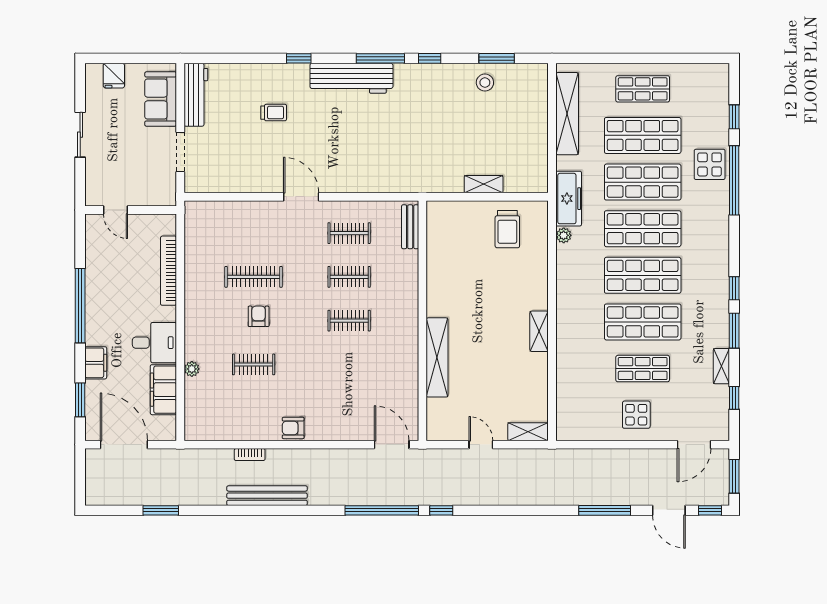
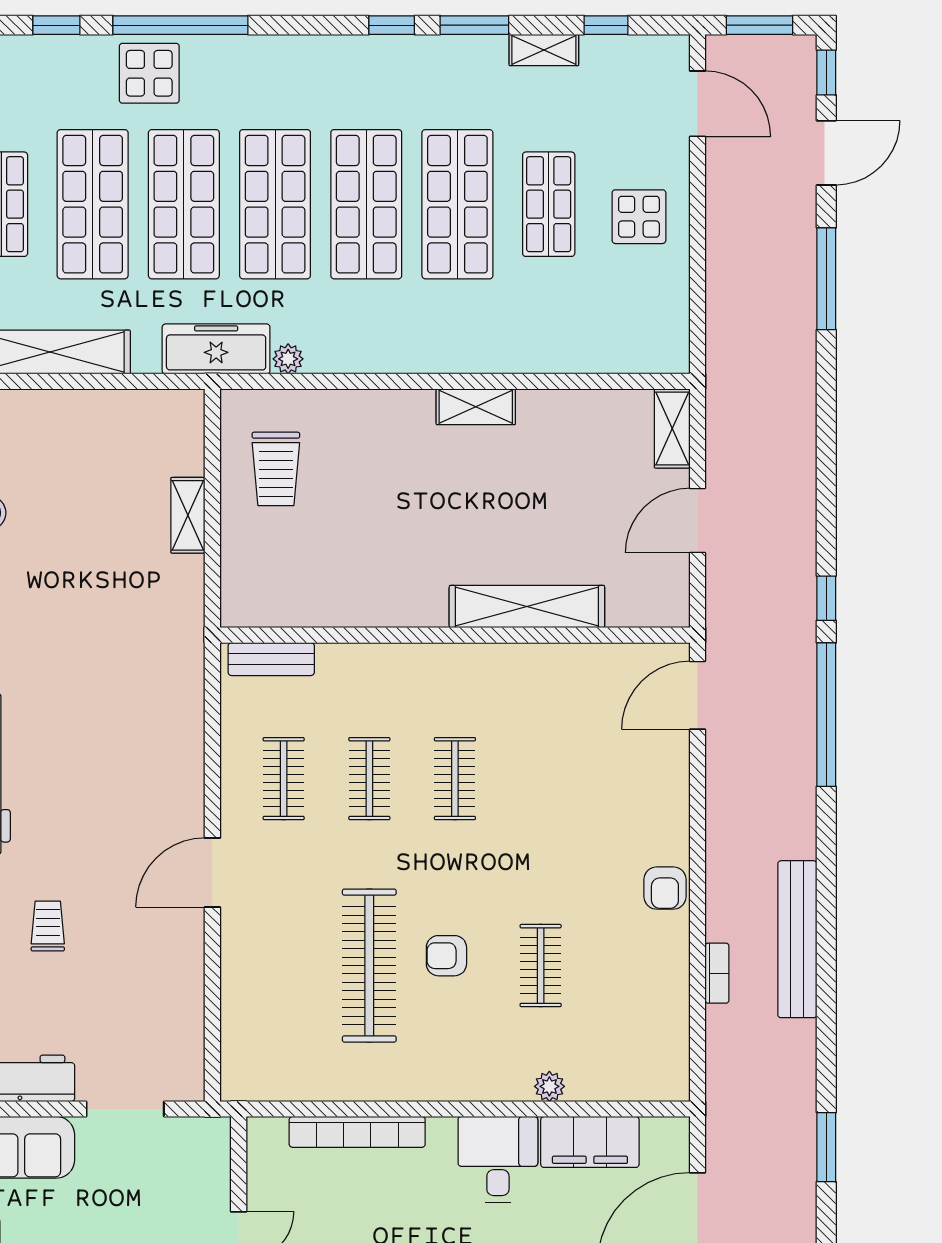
trolley: (507, 229) -> (276, 469), turned 90
clothes rail: (254, 277) -> (369, 966), width x1.37, depth x1.31
door: (481, 445) -> (697, 521), width x1.38

